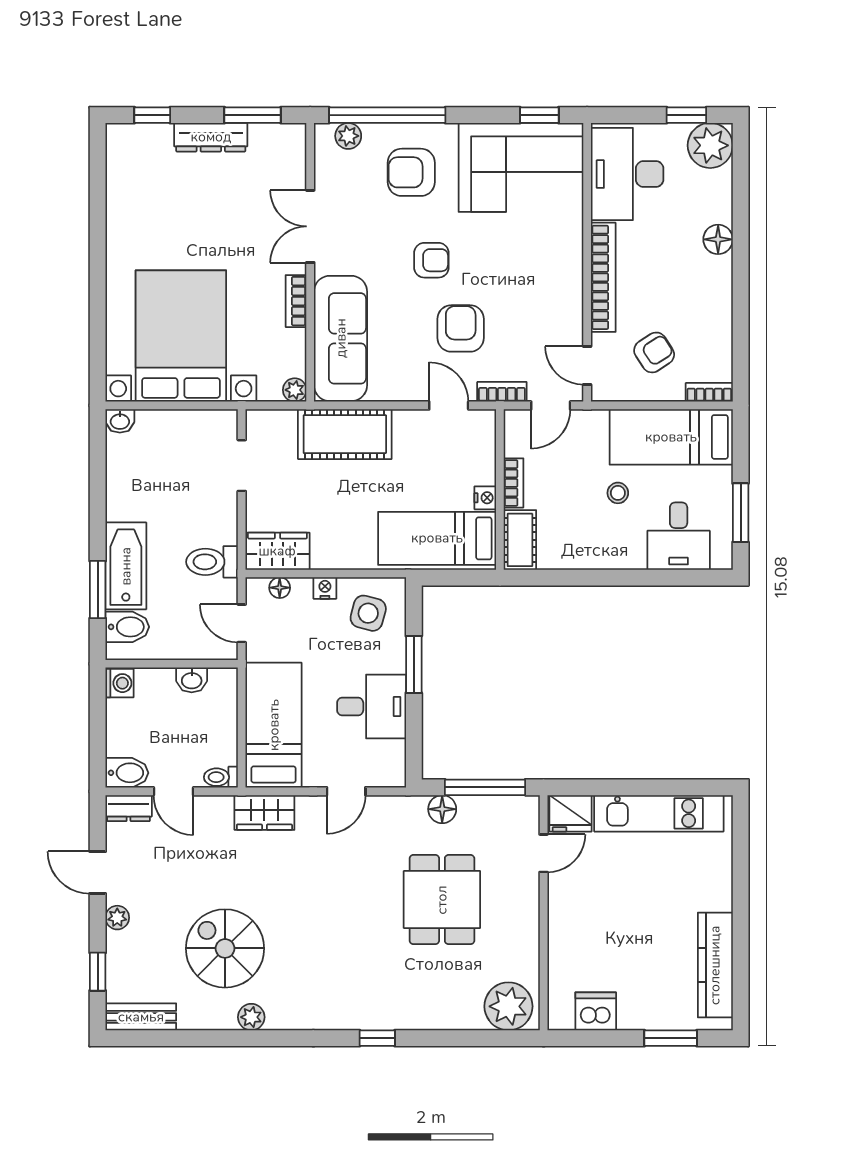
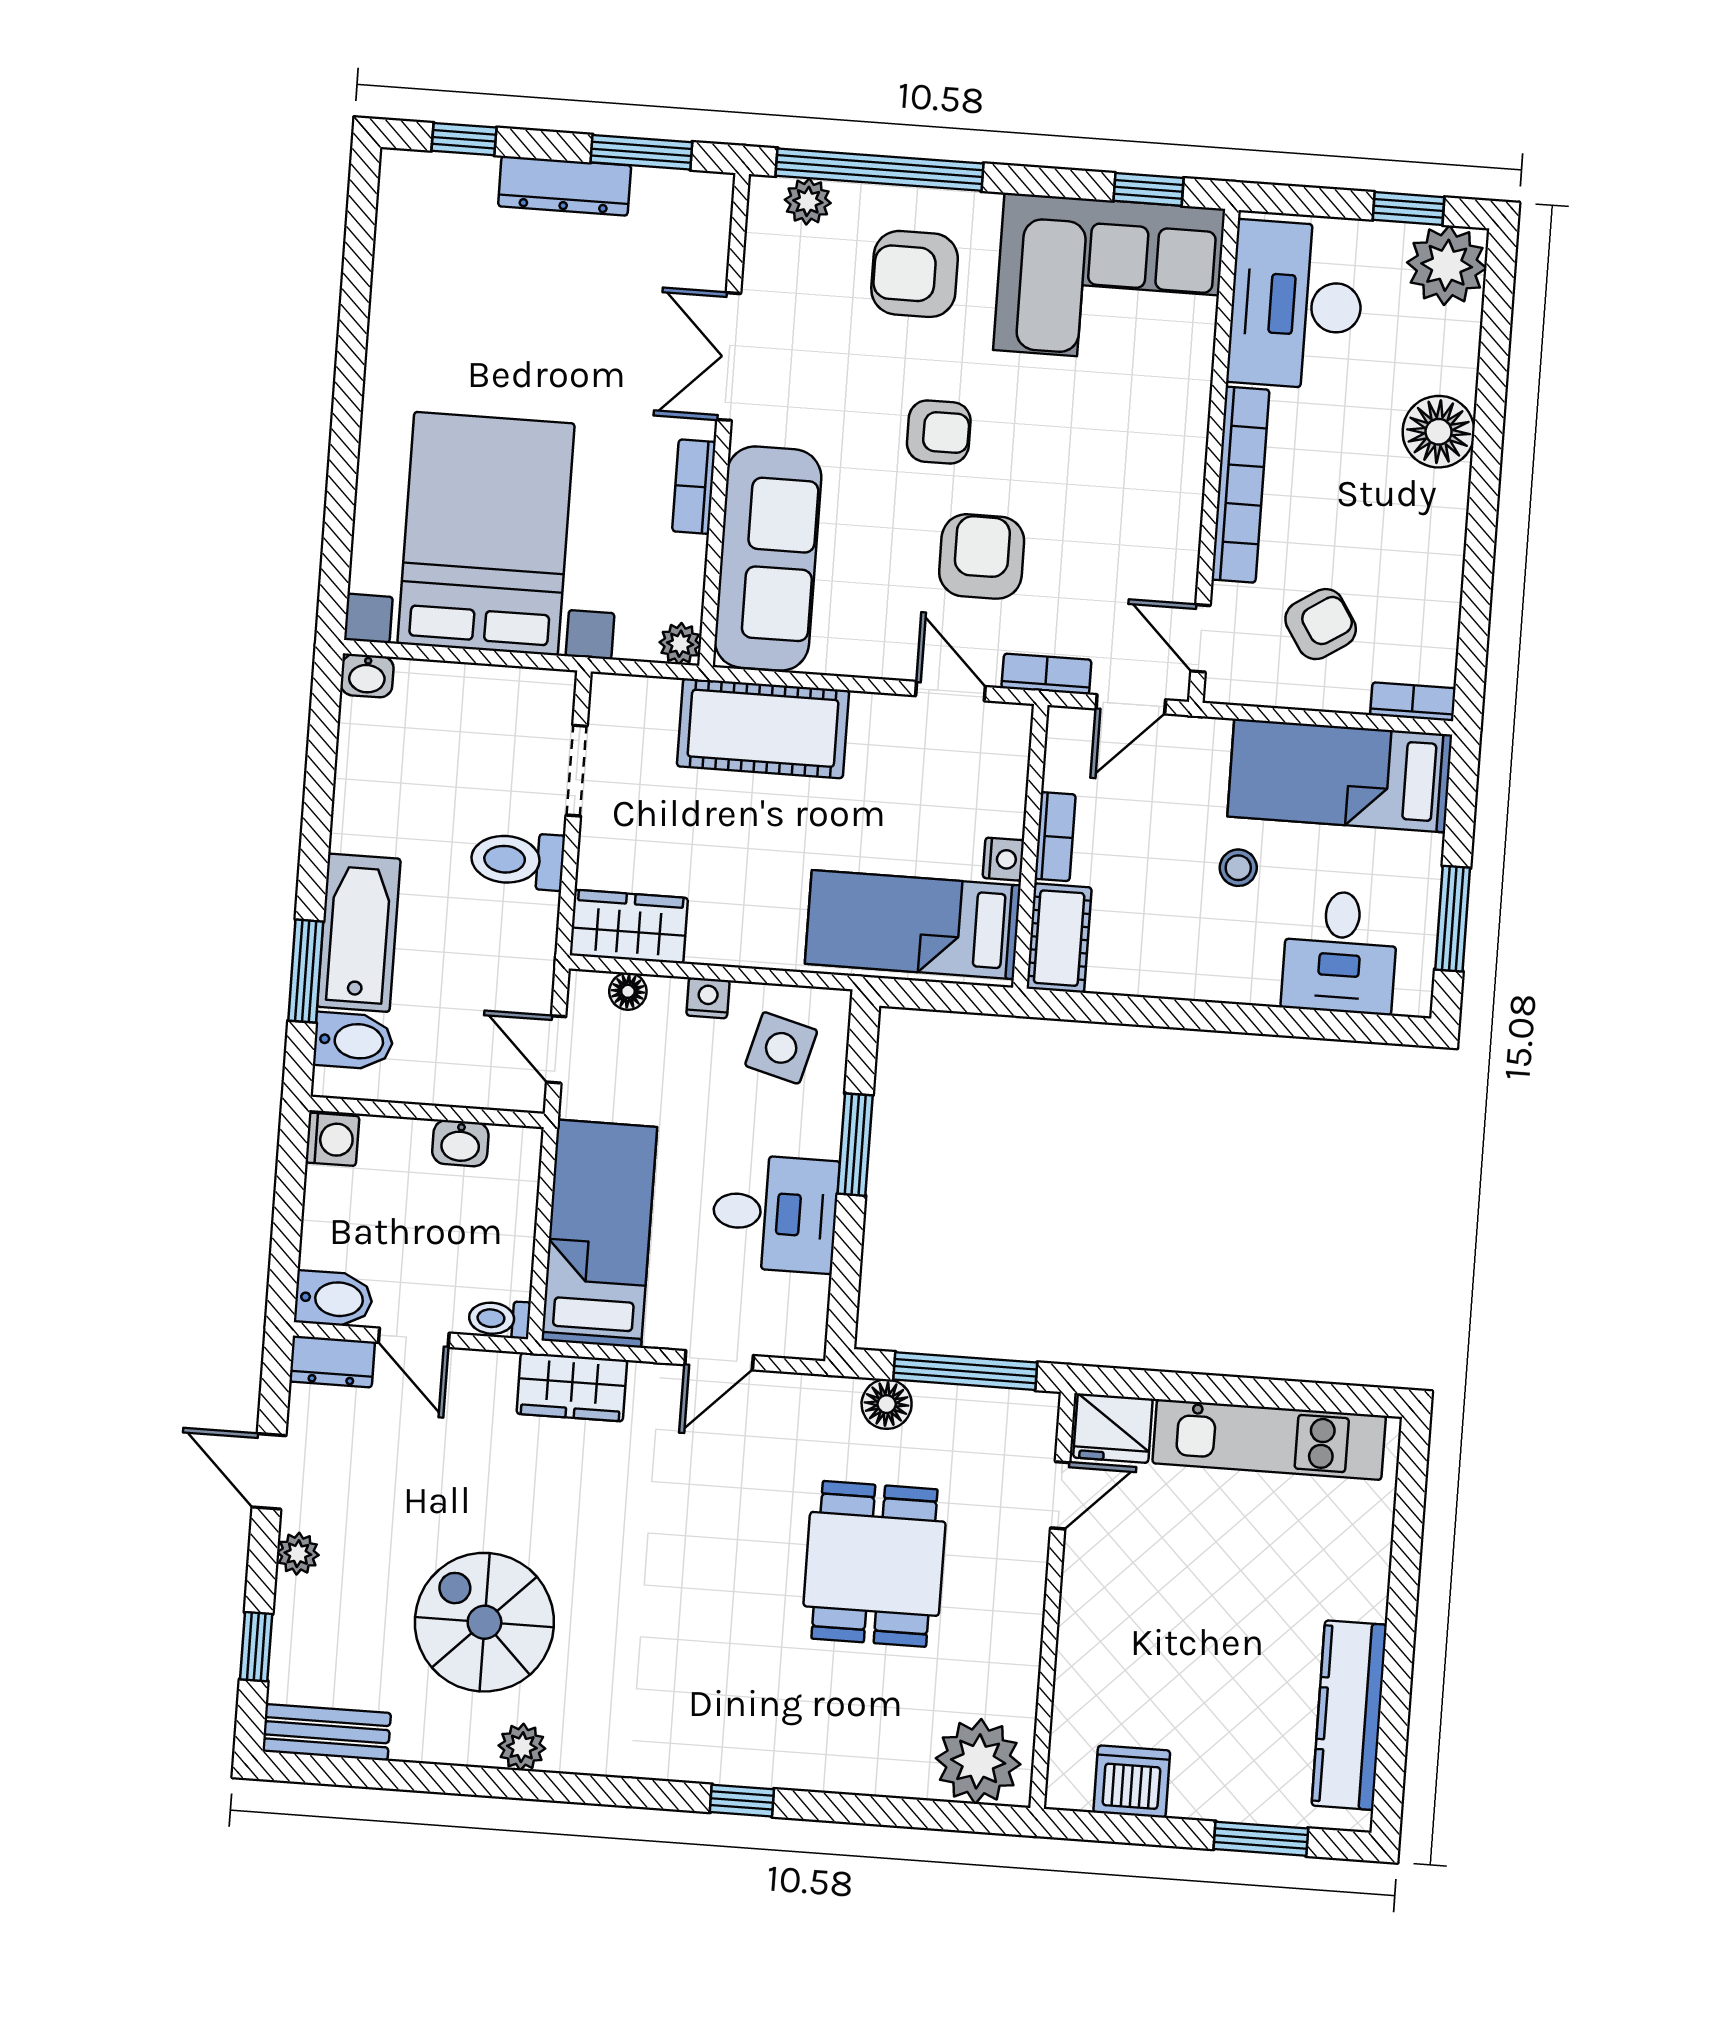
floor lamp: (718, 239) -> (1439, 432), width x1.38, depth x1.38
toilet: (212, 562) -> (517, 860), moved

